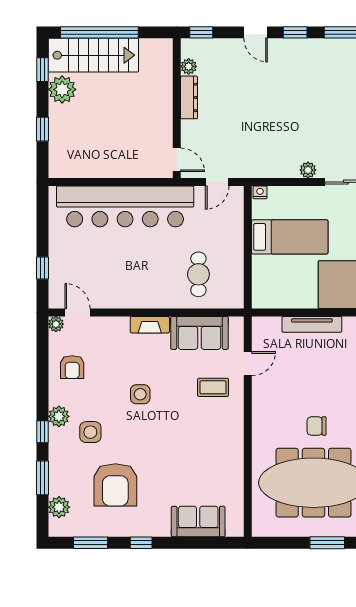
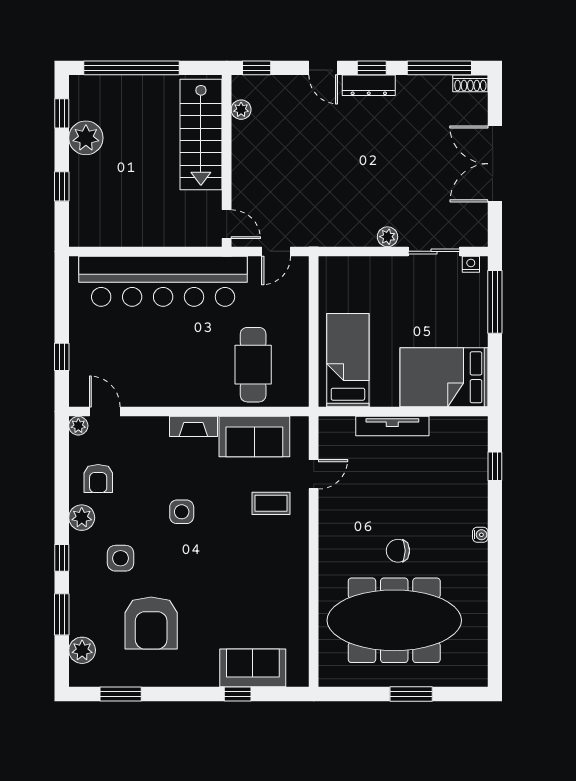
stairs: (93, 55) -> (201, 135), moved, turned 90
dresser: (189, 97) -> (369, 85), moved, turned 90
nightstand: (260, 192) -> (329, 264), removed
bed: (290, 237) -> (348, 360), moved, turned -90
cafe table: (198, 274) -> (253, 365), width x1.37, depth x1.35
plant: (59, 416) -> (82, 518), moved
window: (141, 543) -> (238, 694), moved

